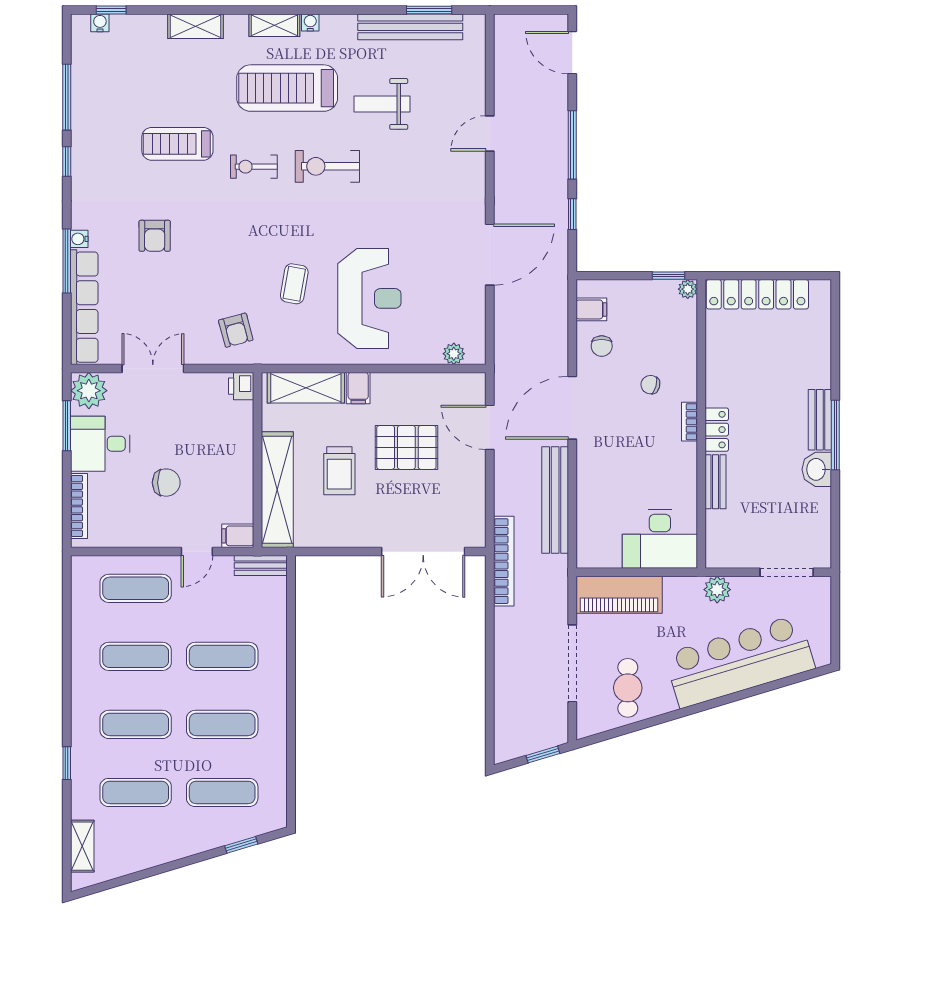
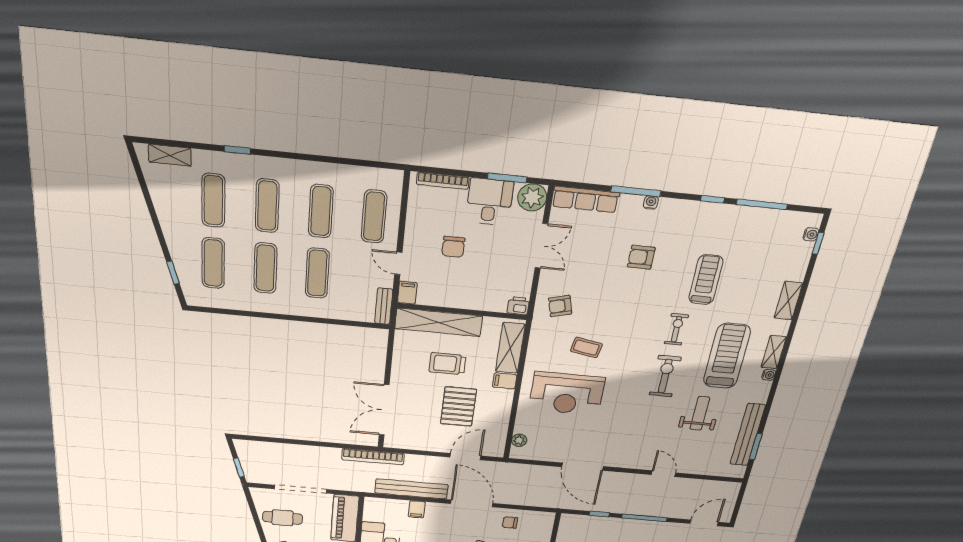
row of seats: (84, 307) -> (586, 199), width x0.73
filing cabinet: (591, 309) -> (417, 509), moved

